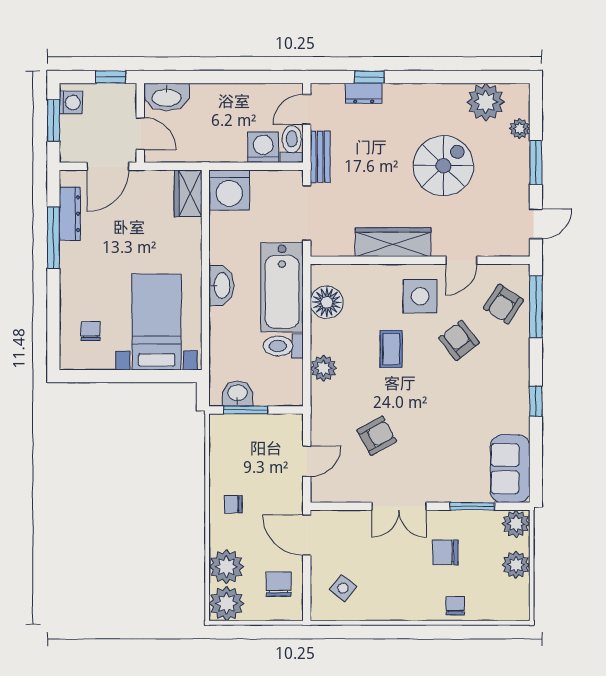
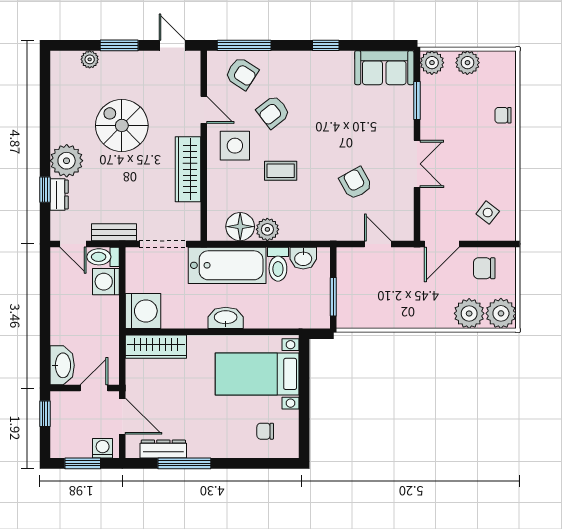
plant: (486, 102) -> (67, 161), moved
washing machine: (71, 103) -> (103, 448), moved
wardrobe: (188, 193) -> (156, 347), width x1.50
plant: (323, 368) -> (267, 229), moved
washbasin: (238, 393) -> (303, 258), moved, turned -90
chair: (233, 504) -> (415, 307), removed
chair: (445, 552) -> (457, 124), removed

